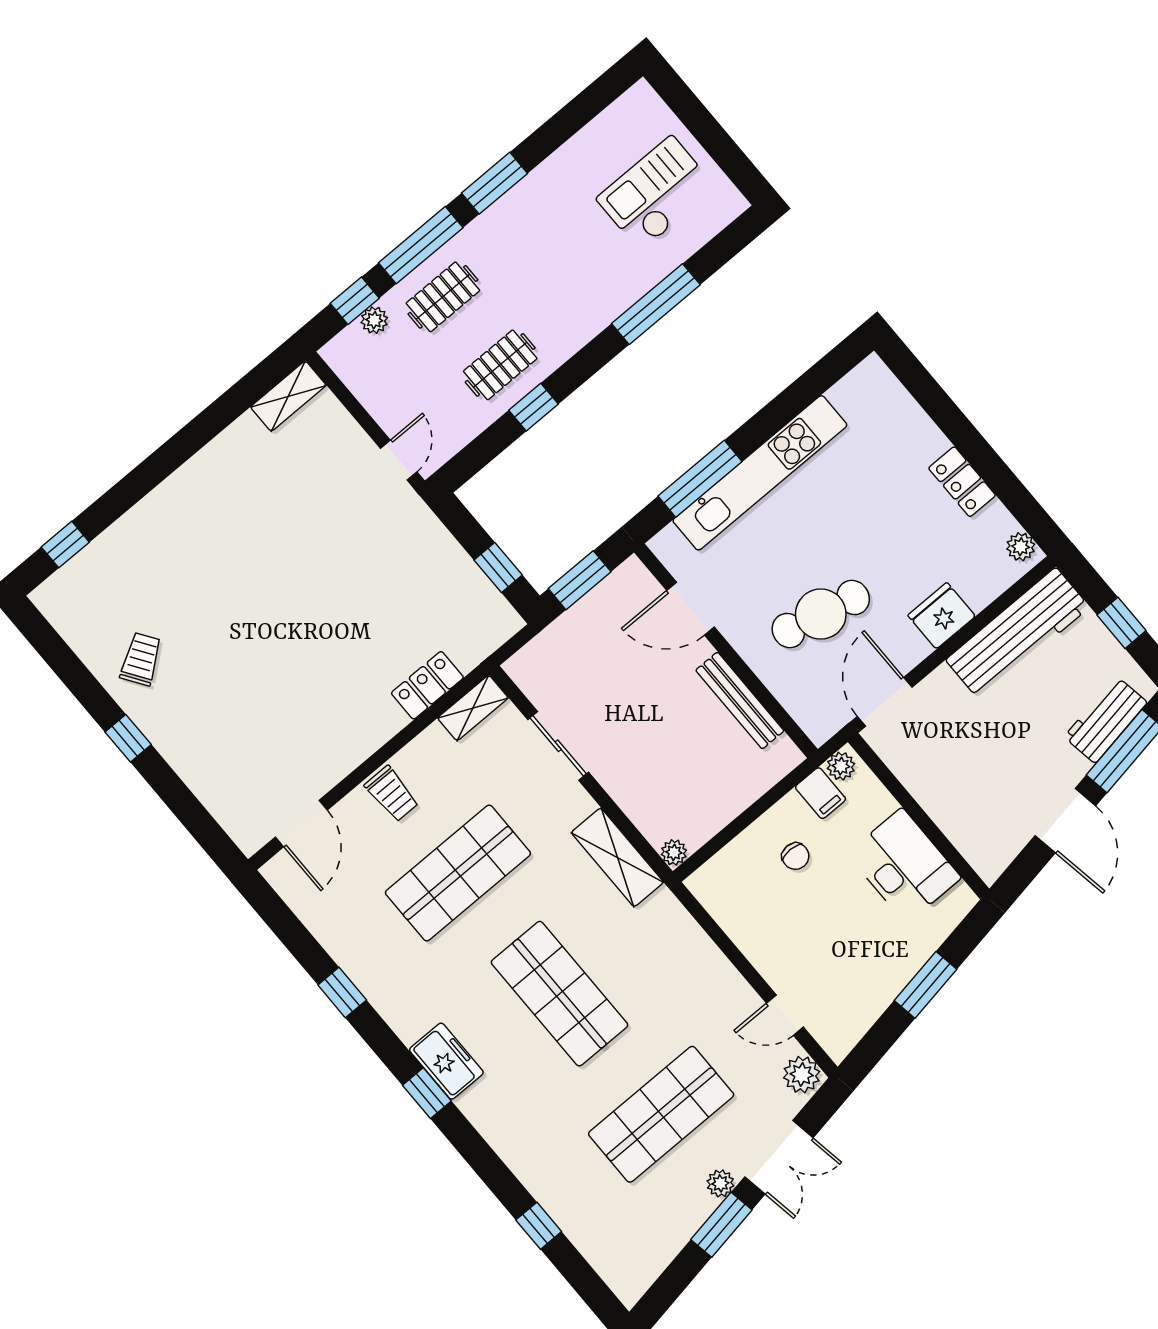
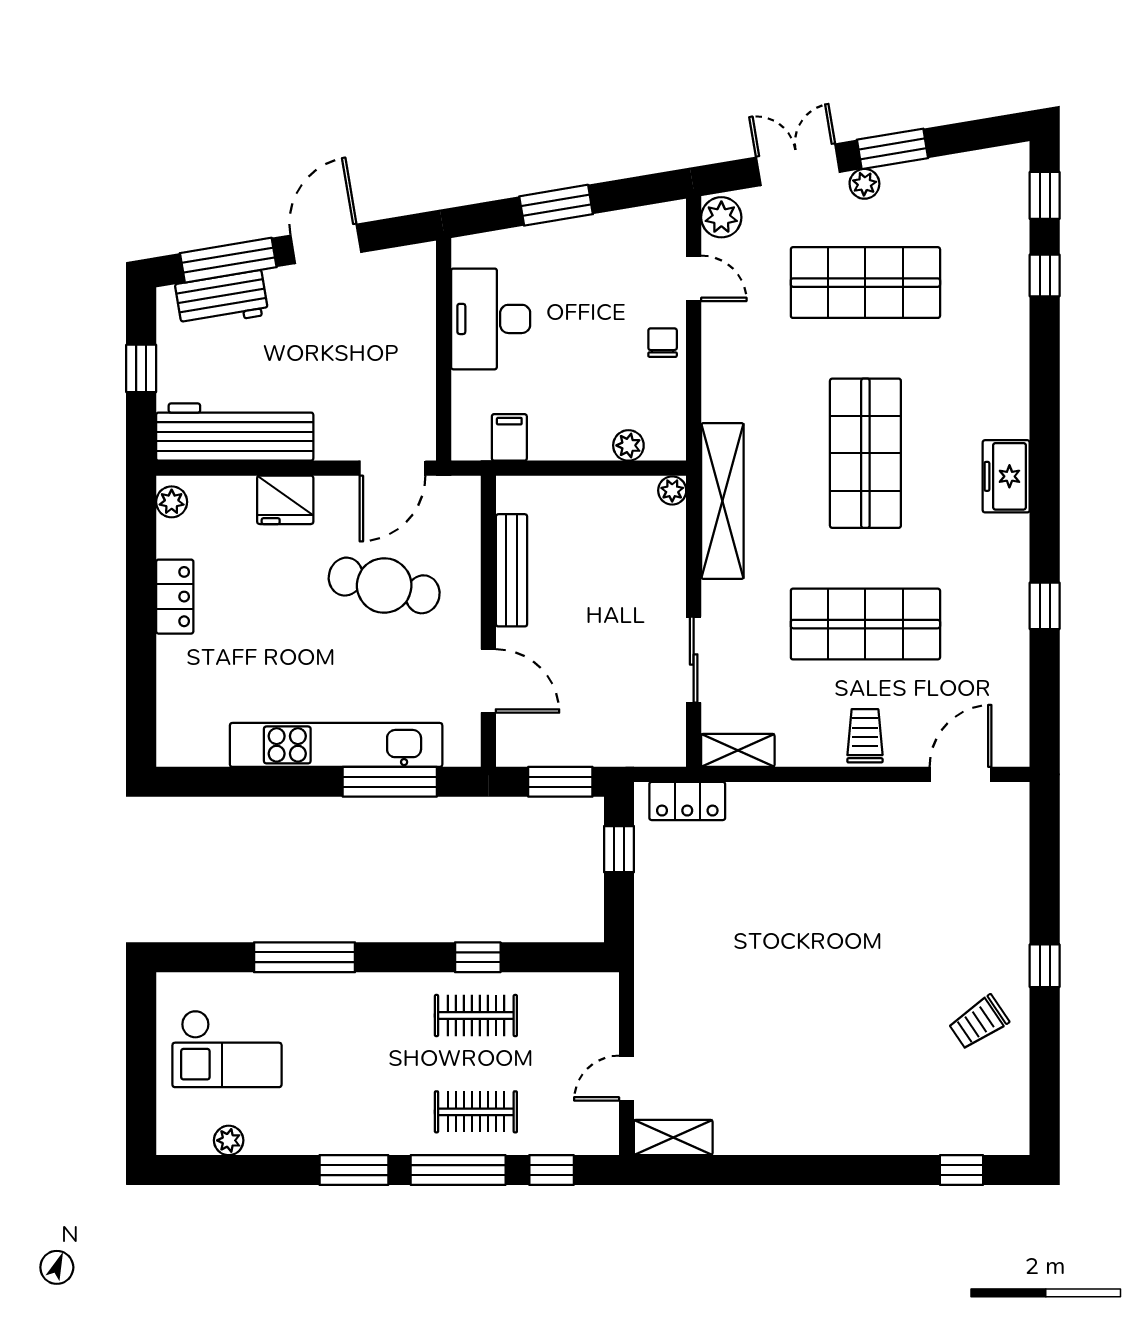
plant: (374, 320) -> (229, 1140), moved
door: (399, 460) -> (626, 1078), moved
locker: (427, 685) -> (687, 801), moved
plant: (841, 766) -> (628, 445), moved
chair: (795, 856) -> (663, 343), moved
shelving: (617, 857) -> (722, 501), width x1.47
window: (427, 1093) -> (1045, 195), moved

